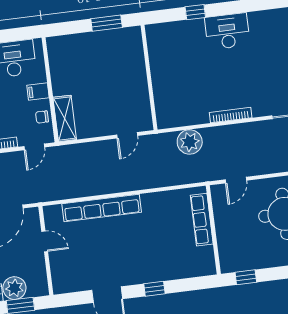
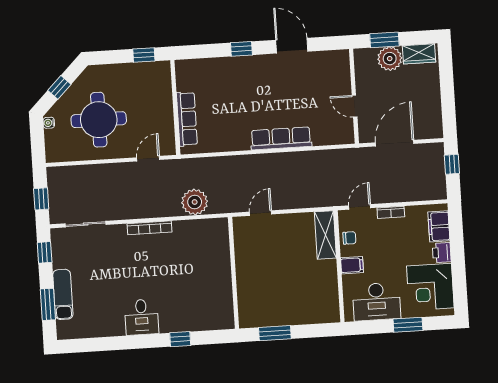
desk: (227, 31) -> (142, 317), width x0.73
row of seats: (102, 208) -> (281, 138), width x0.73

